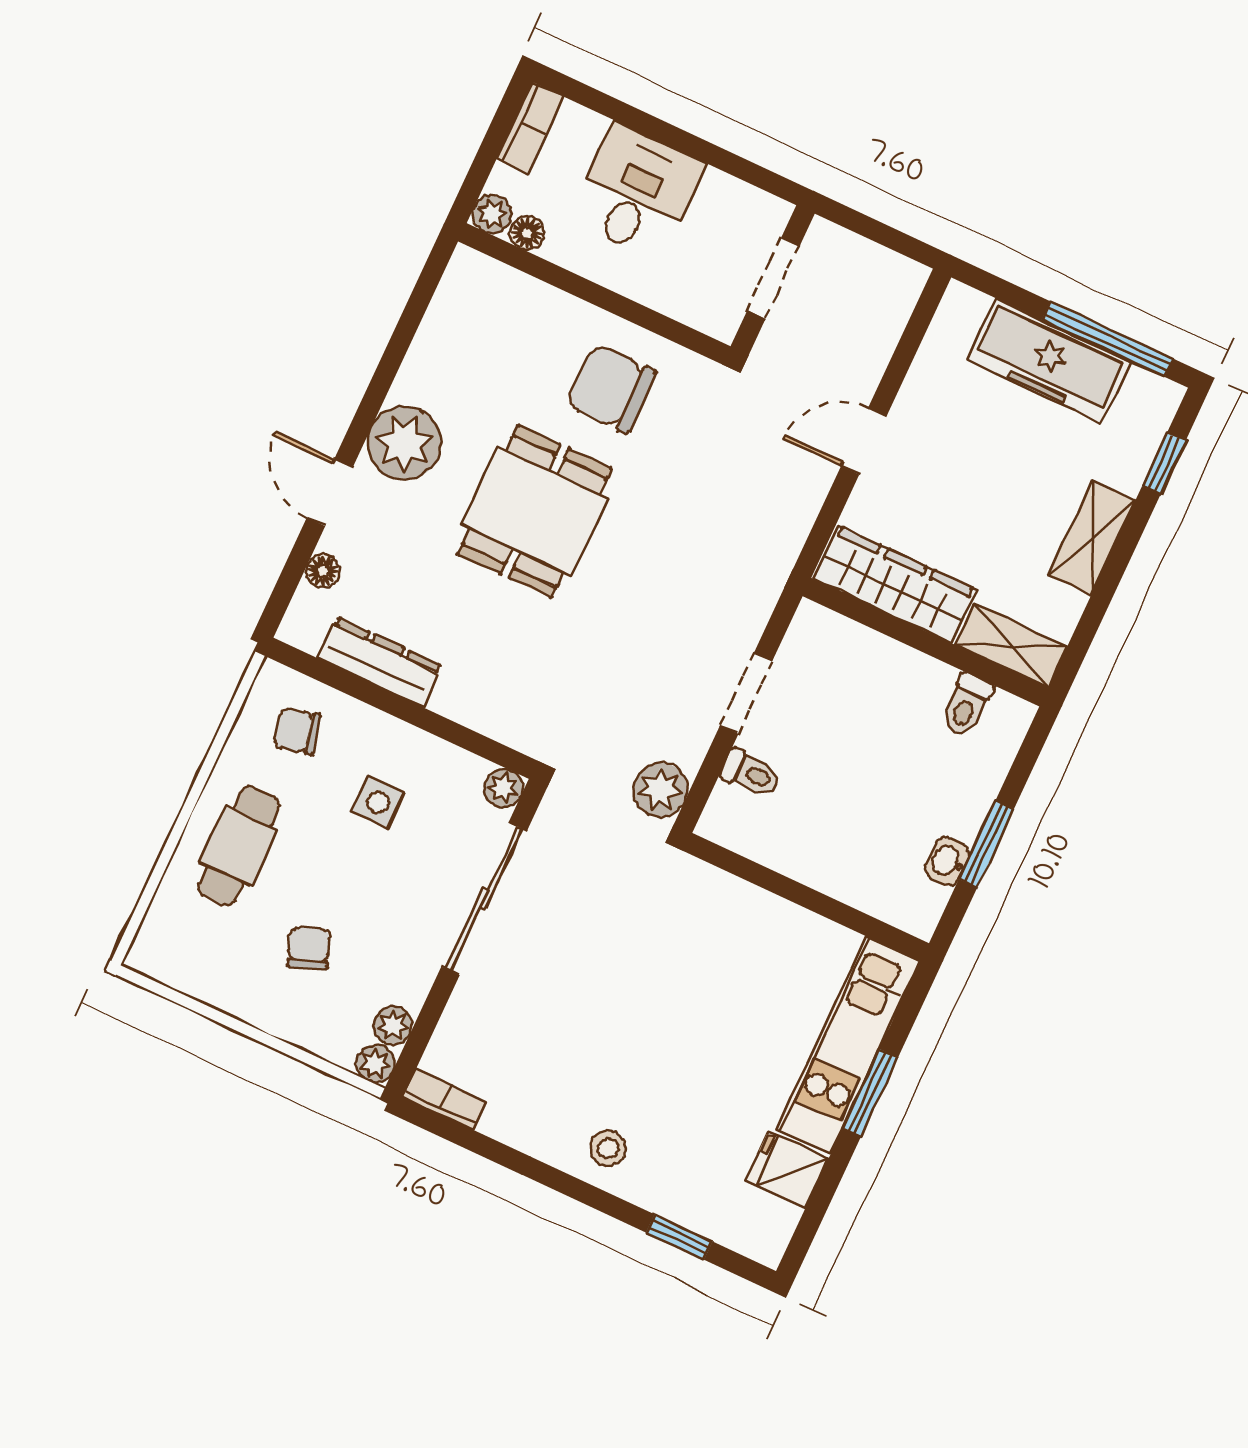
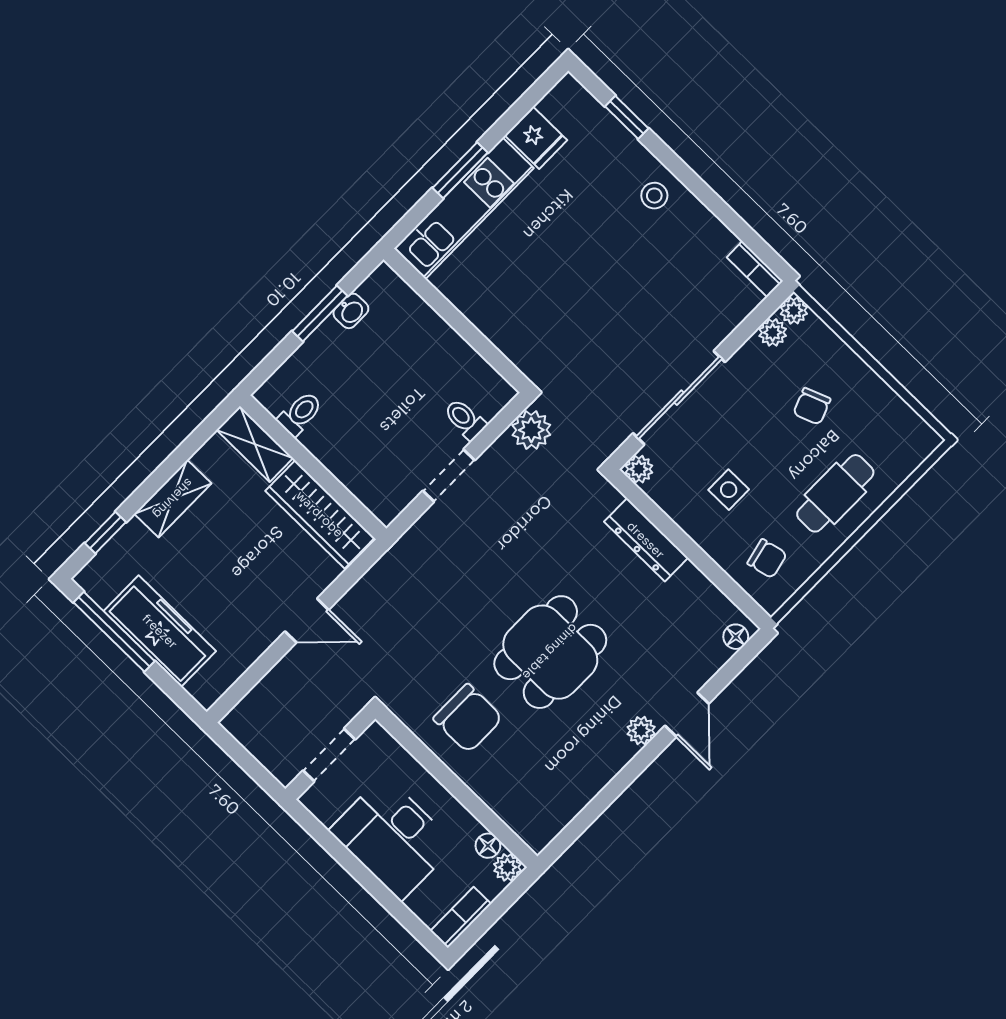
desk: (637, 192) -> (392, 838), width x1.37
plant: (404, 443) -> (641, 731), width x0.53, depth x0.53
floor lamp: (323, 571) -> (736, 637), moved
dresser: (380, 662) -> (646, 540), moved

